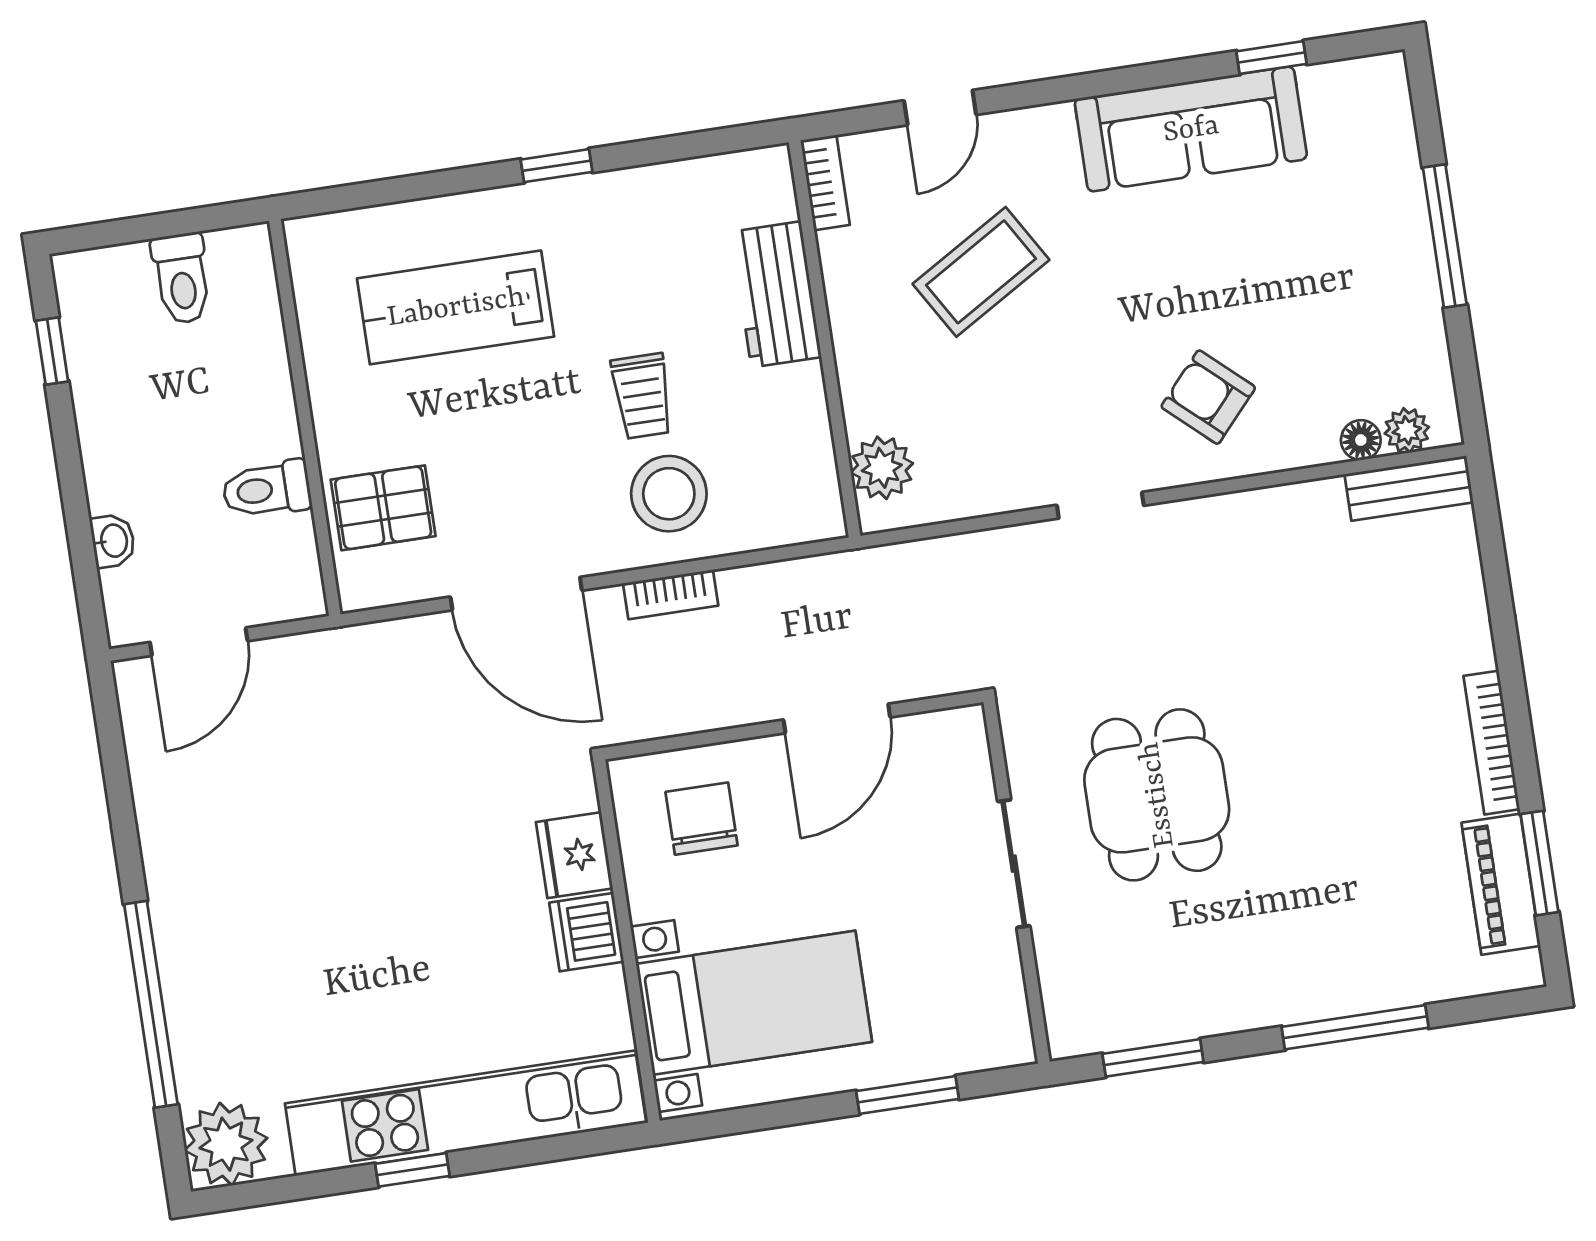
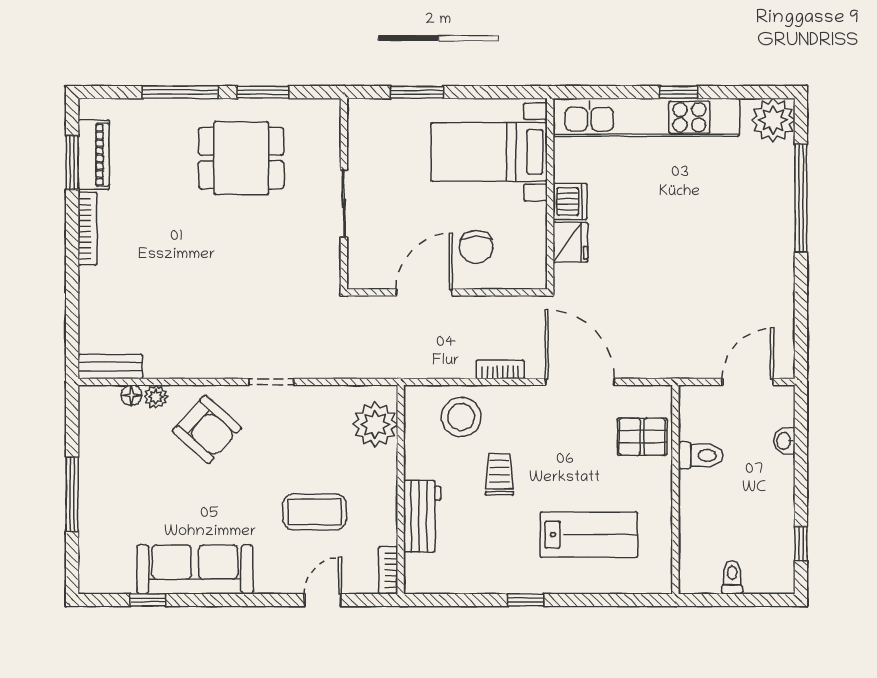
coffee table: (981, 272) -> (315, 512), turned 31
toilet: (182, 278) -> (732, 577), width x0.73, depth x0.72
armchair: (1208, 397) -> (207, 429), width x1.38, depth x1.38
plant: (1407, 430) -> (156, 397), moved
plant: (882, 468) -> (375, 424), width x1.36, depth x1.36
stool: (669, 494) -> (461, 417), moved
dining table: (1157, 795) -> (241, 158), moved, turned 90
chair: (702, 819) -> (476, 247), moved
window: (1153, 1058) -> (263, 92), moved

